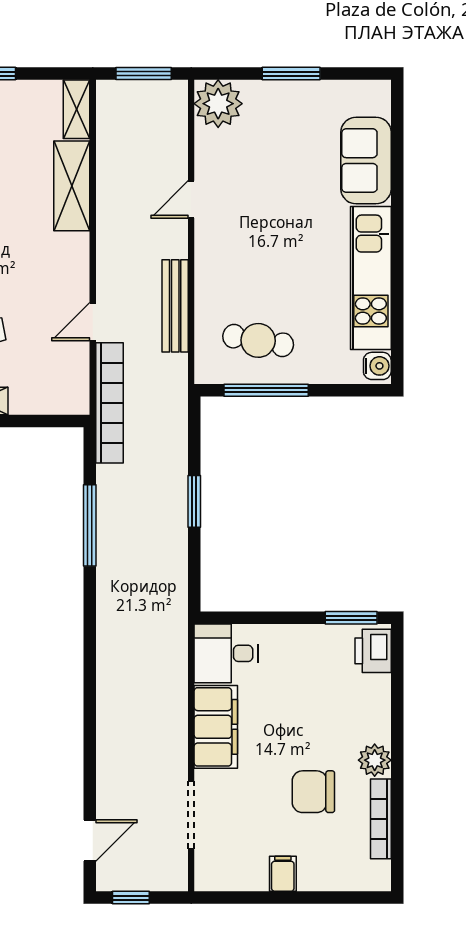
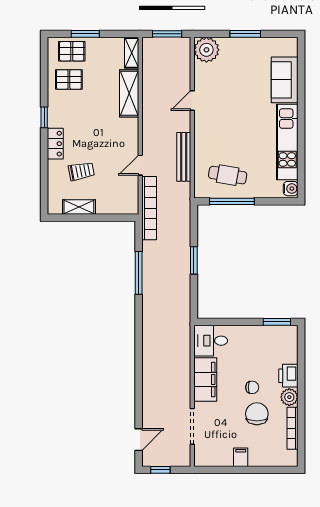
printer: (373, 651) -> (288, 376), moved
chair: (304, 742) -> (252, 387), added
chair: (313, 792) -> (257, 414), turned 90

